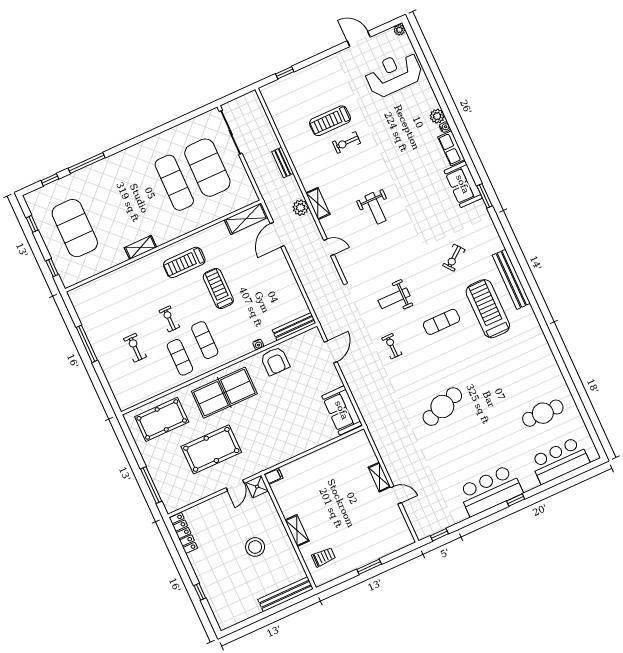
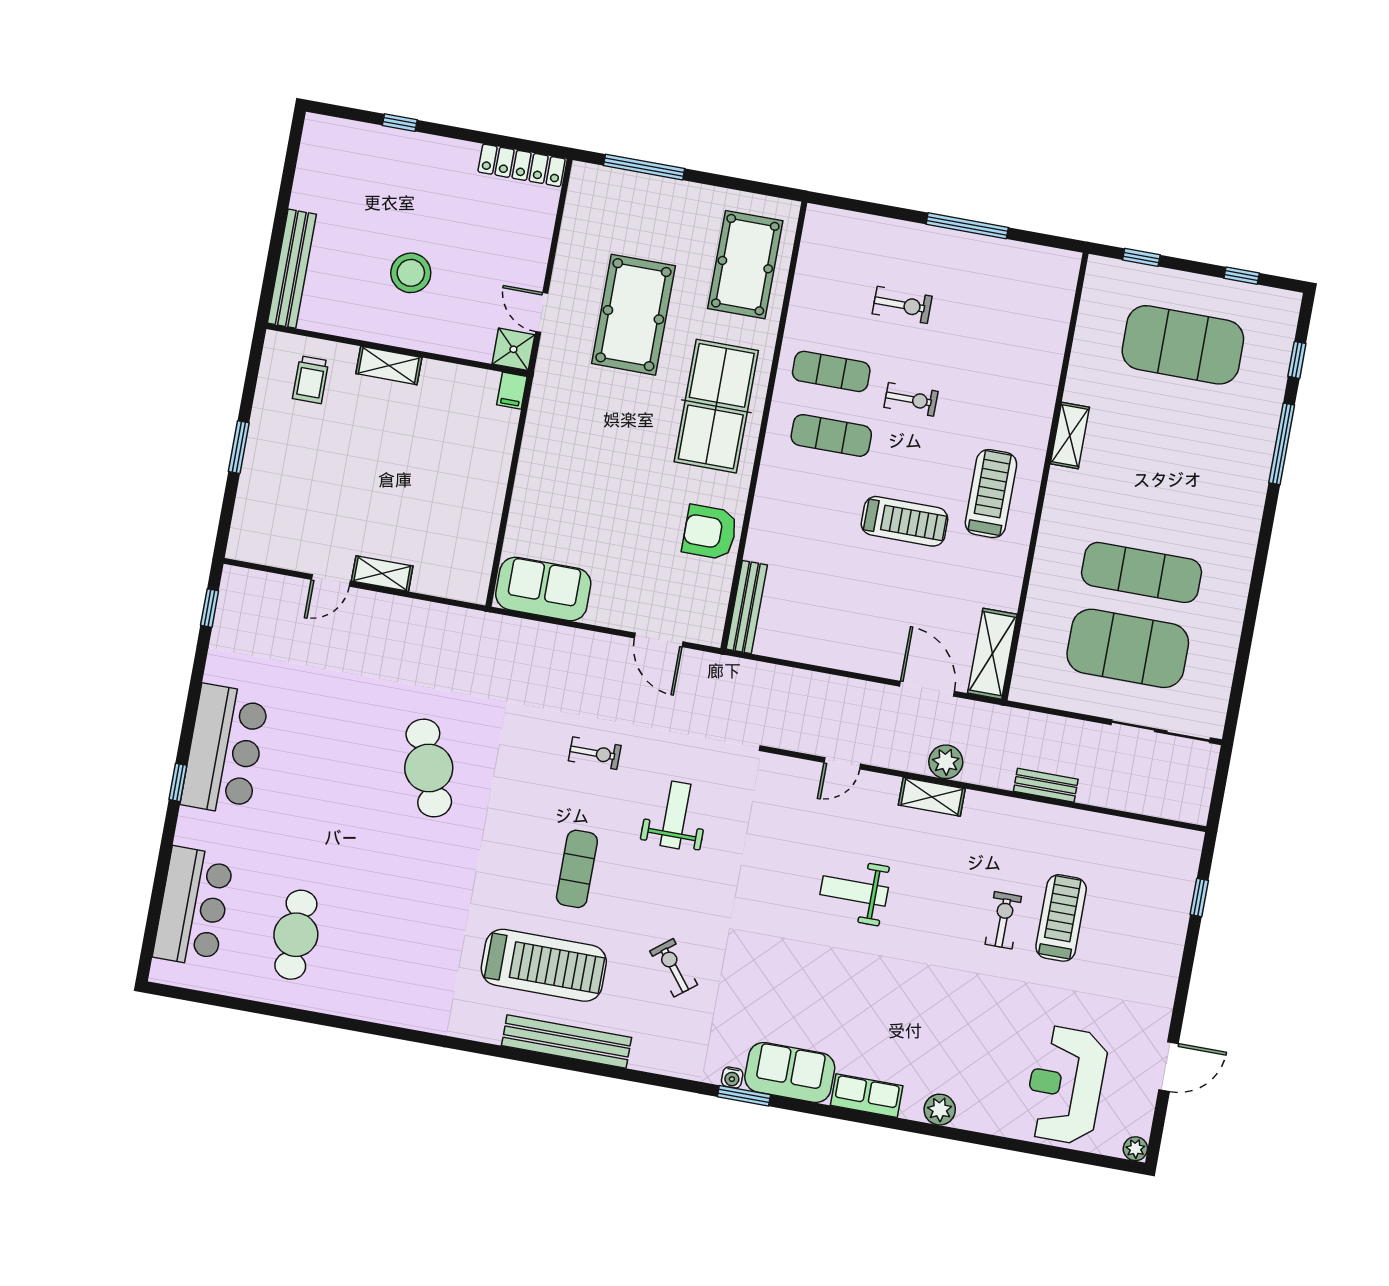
reception desk: (394, 74) -> (1065, 1085), turned 180
water cooler: (445, 127) -> (732, 1078), moved
water cooler: (258, 344) -> (759, 523), removed

